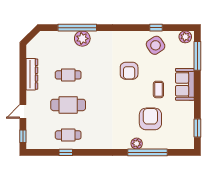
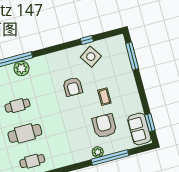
plant: (185, 37) -> (116, 41), removed
sofa: (185, 84) -> (139, 129), moved

